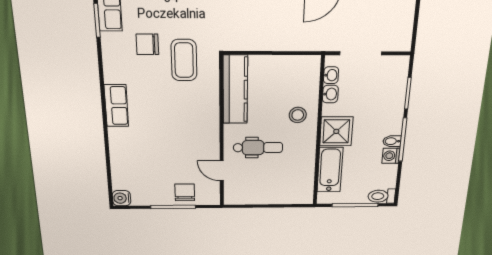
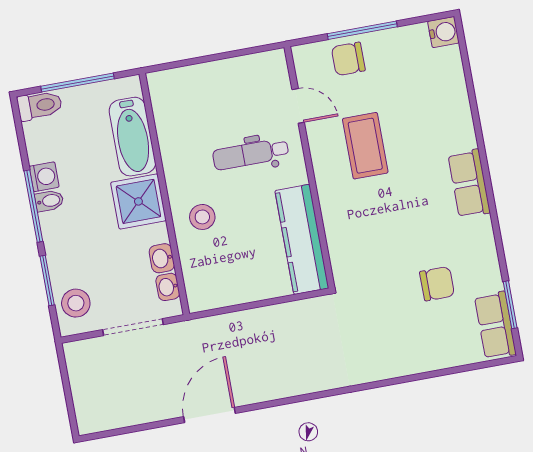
coffee table: (184, 60) -> (365, 146), moved
stool: (394, 76) -> (76, 303), added
chair: (185, 192) -> (348, 59), turned 90

